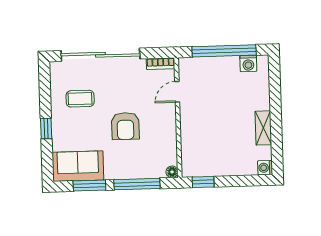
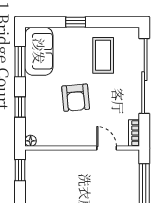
coffee table: (80, 99) -> (103, 55), width x1.36, depth x1.30
armchair: (125, 126) -> (76, 98), turned -95
window: (137, 184) -> (20, 107), width x0.46

